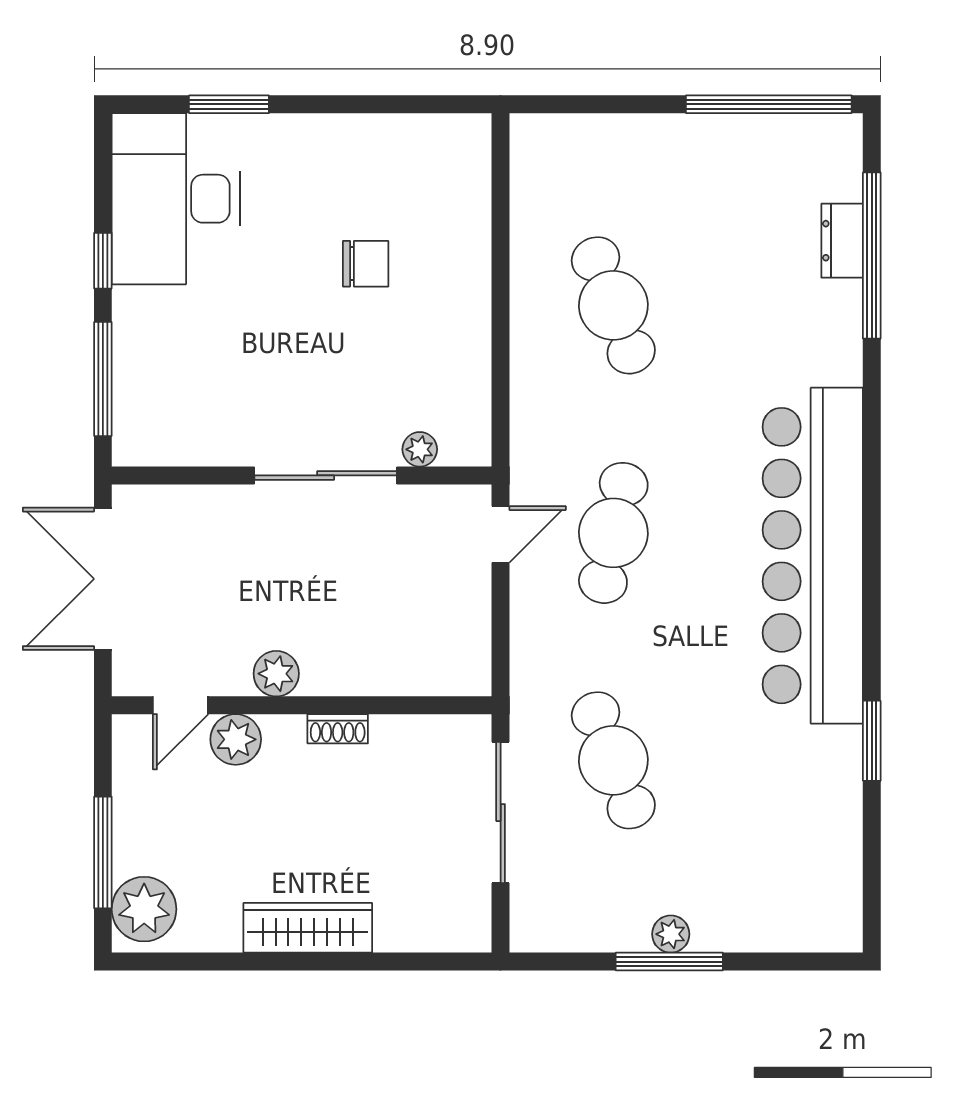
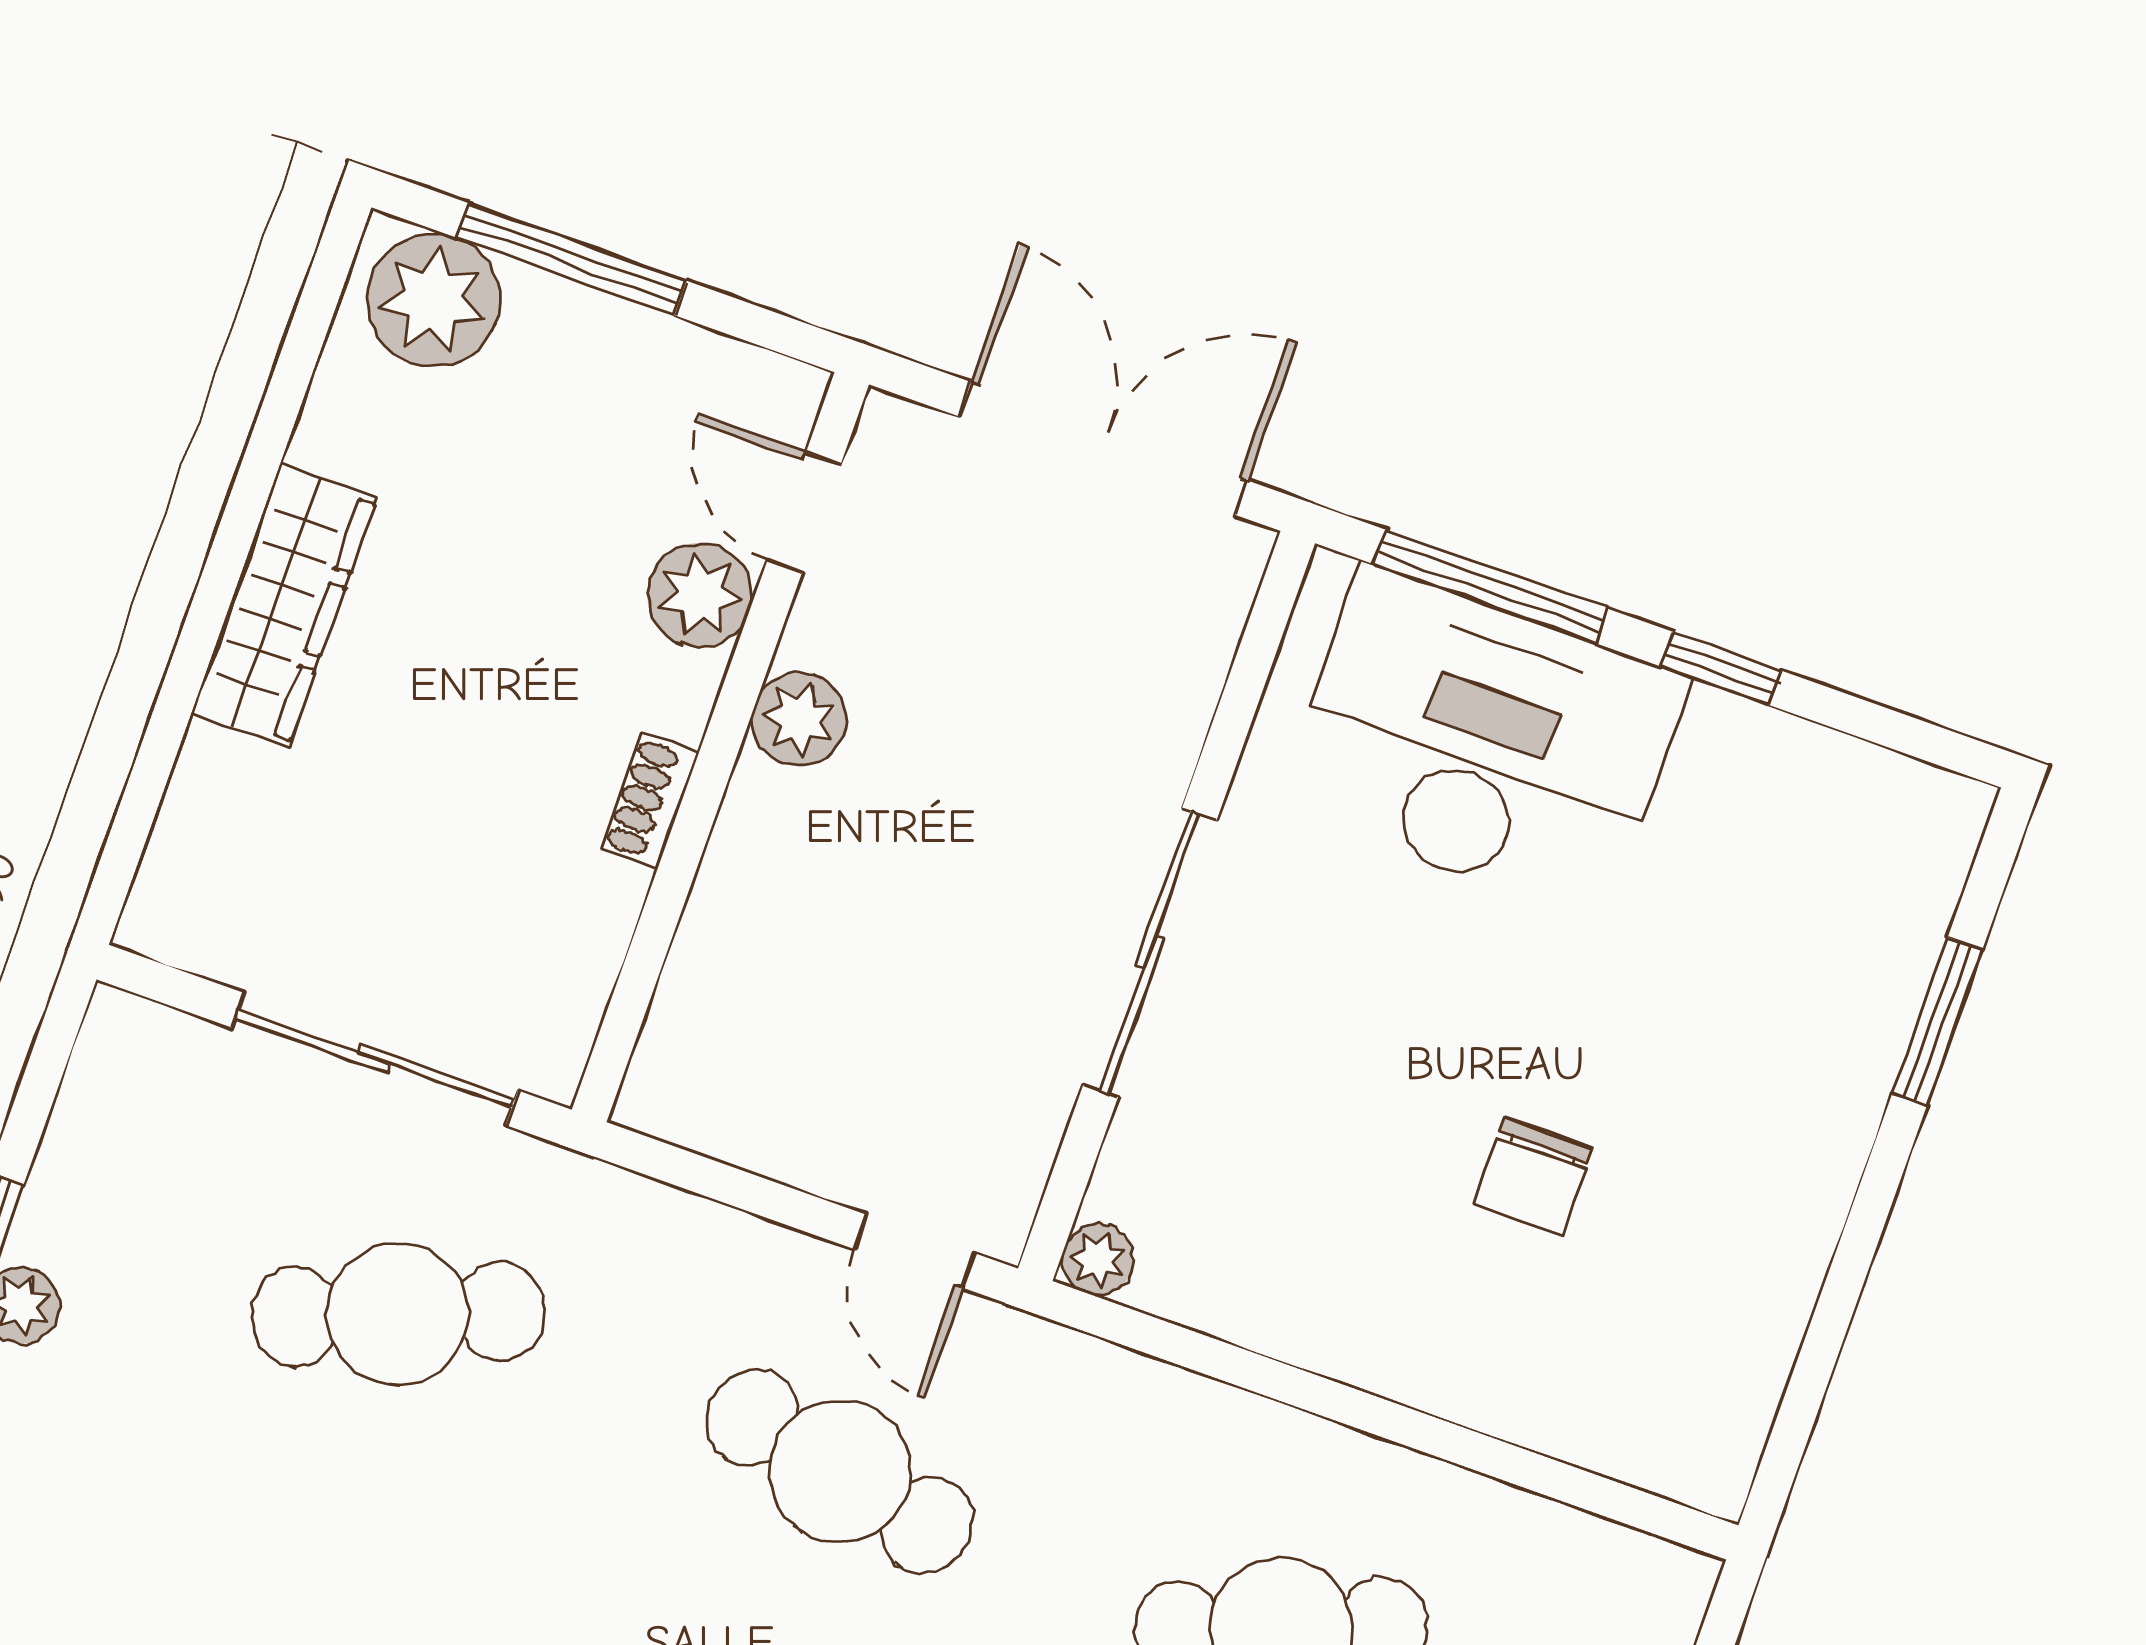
desk: (176, 199) -> (1483, 743), moved
plant: (420, 449) -> (1098, 1259), moved

